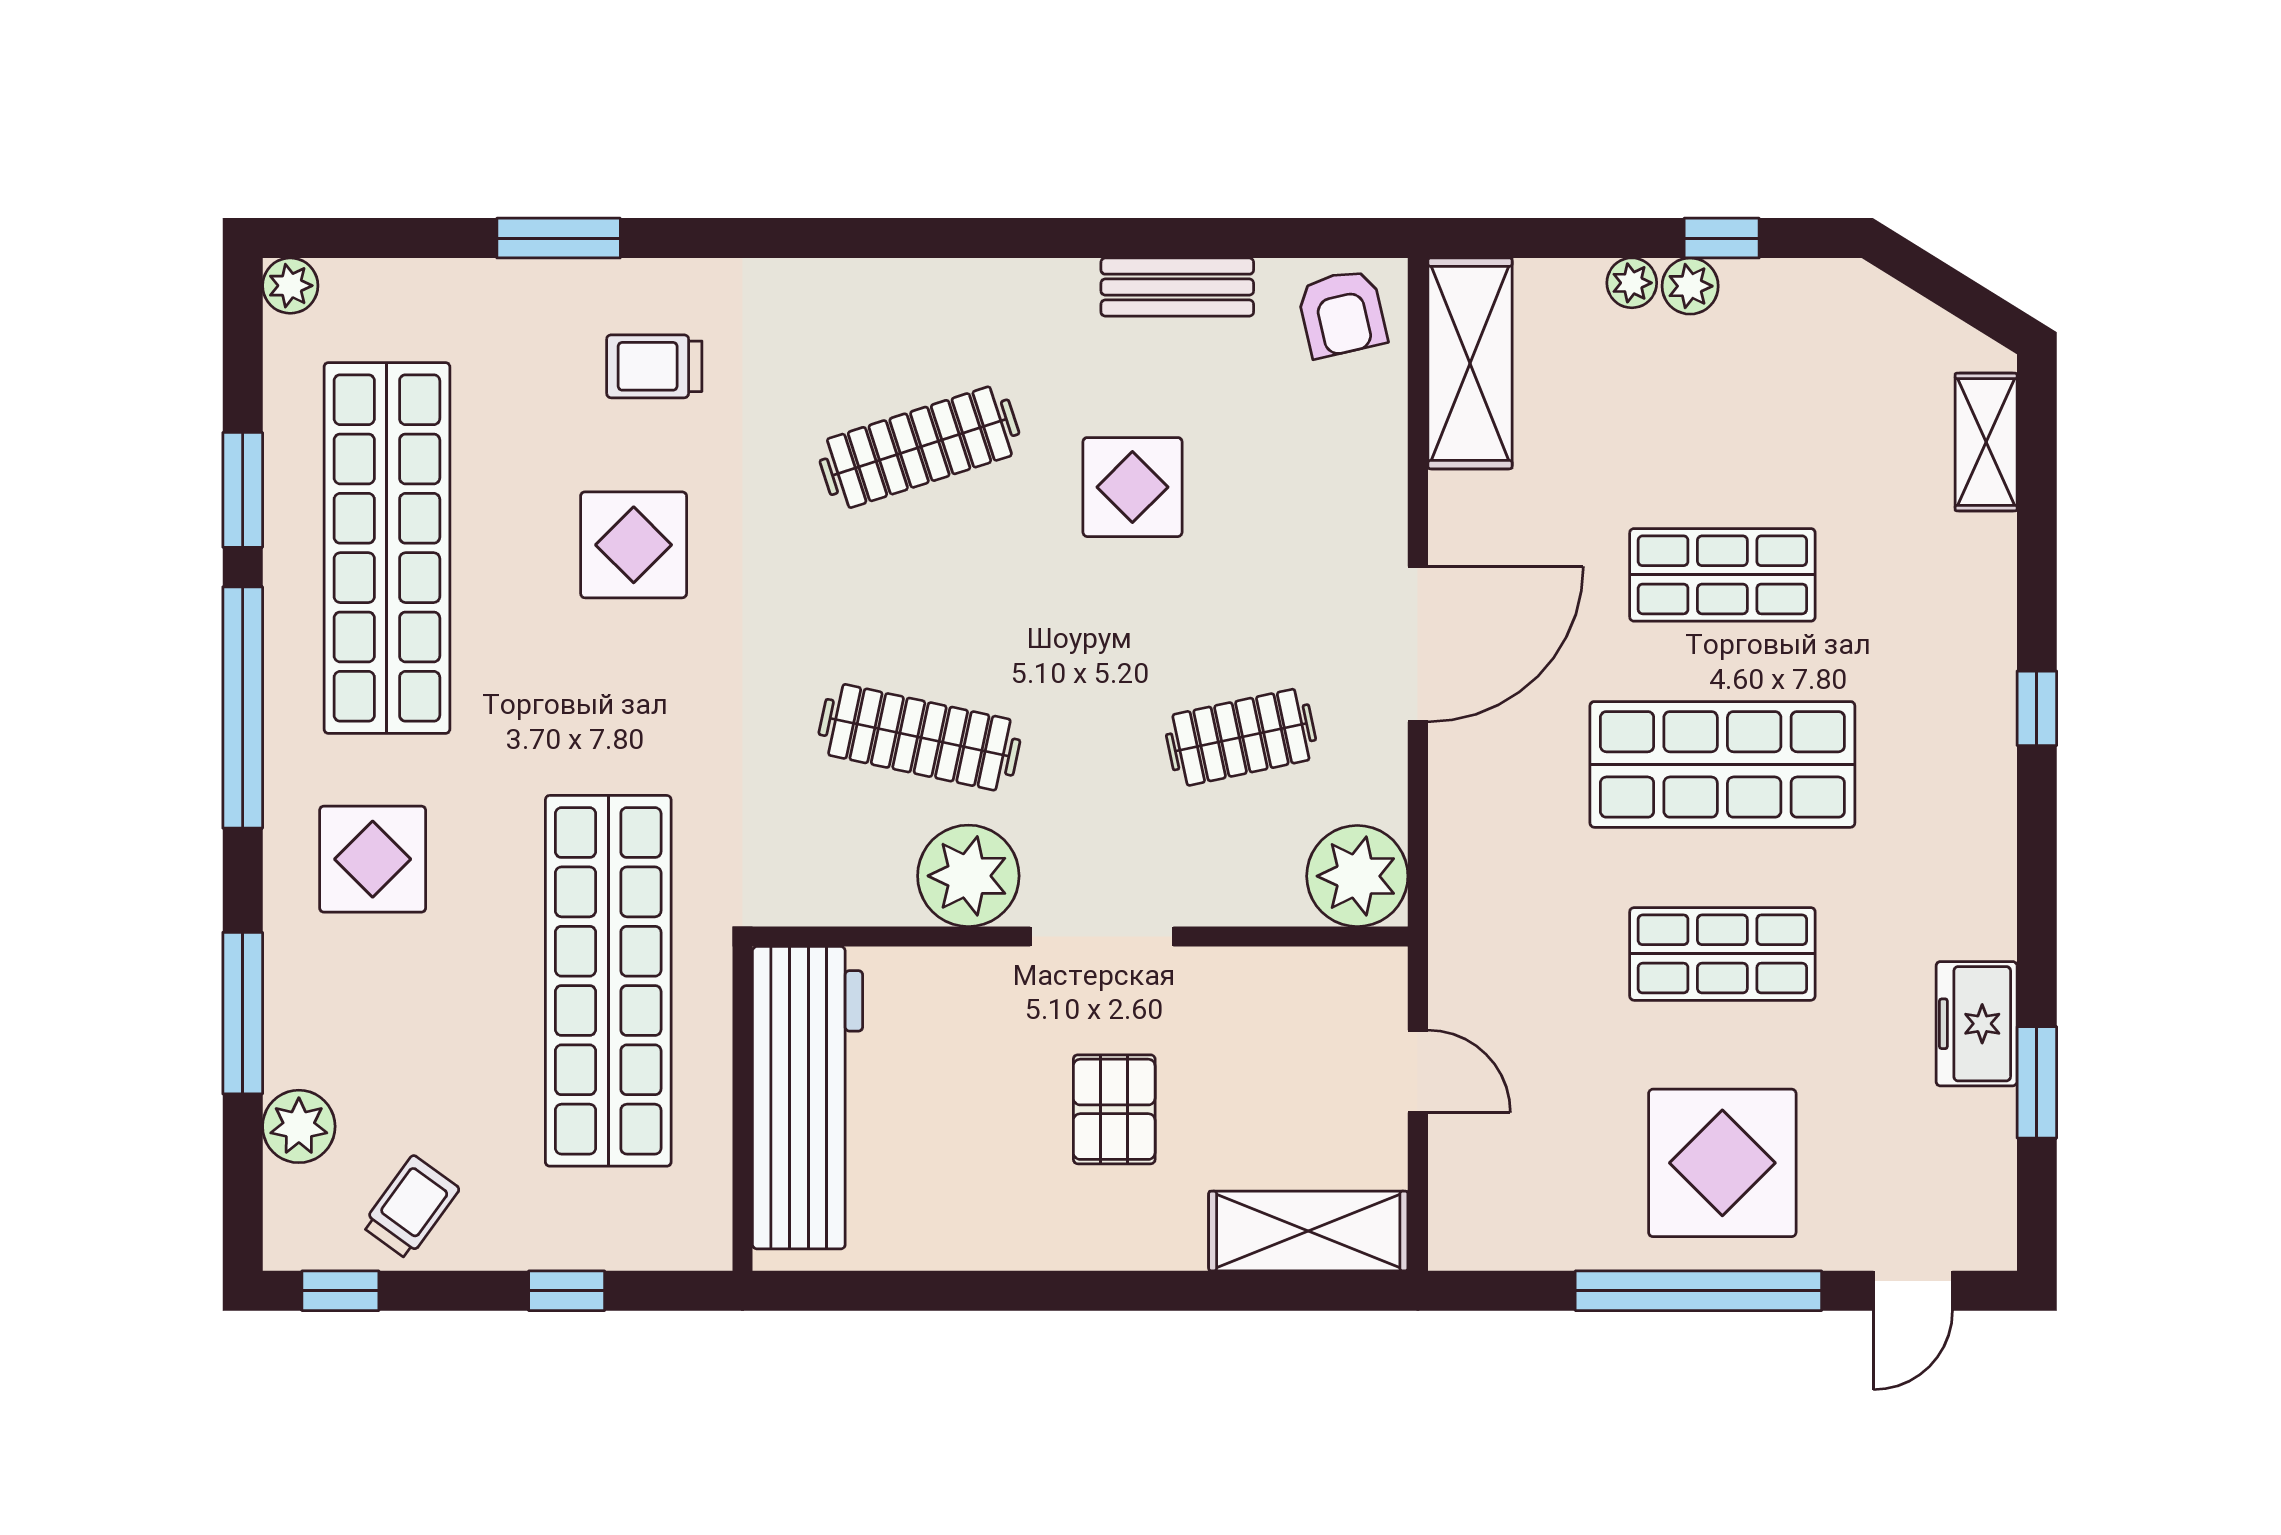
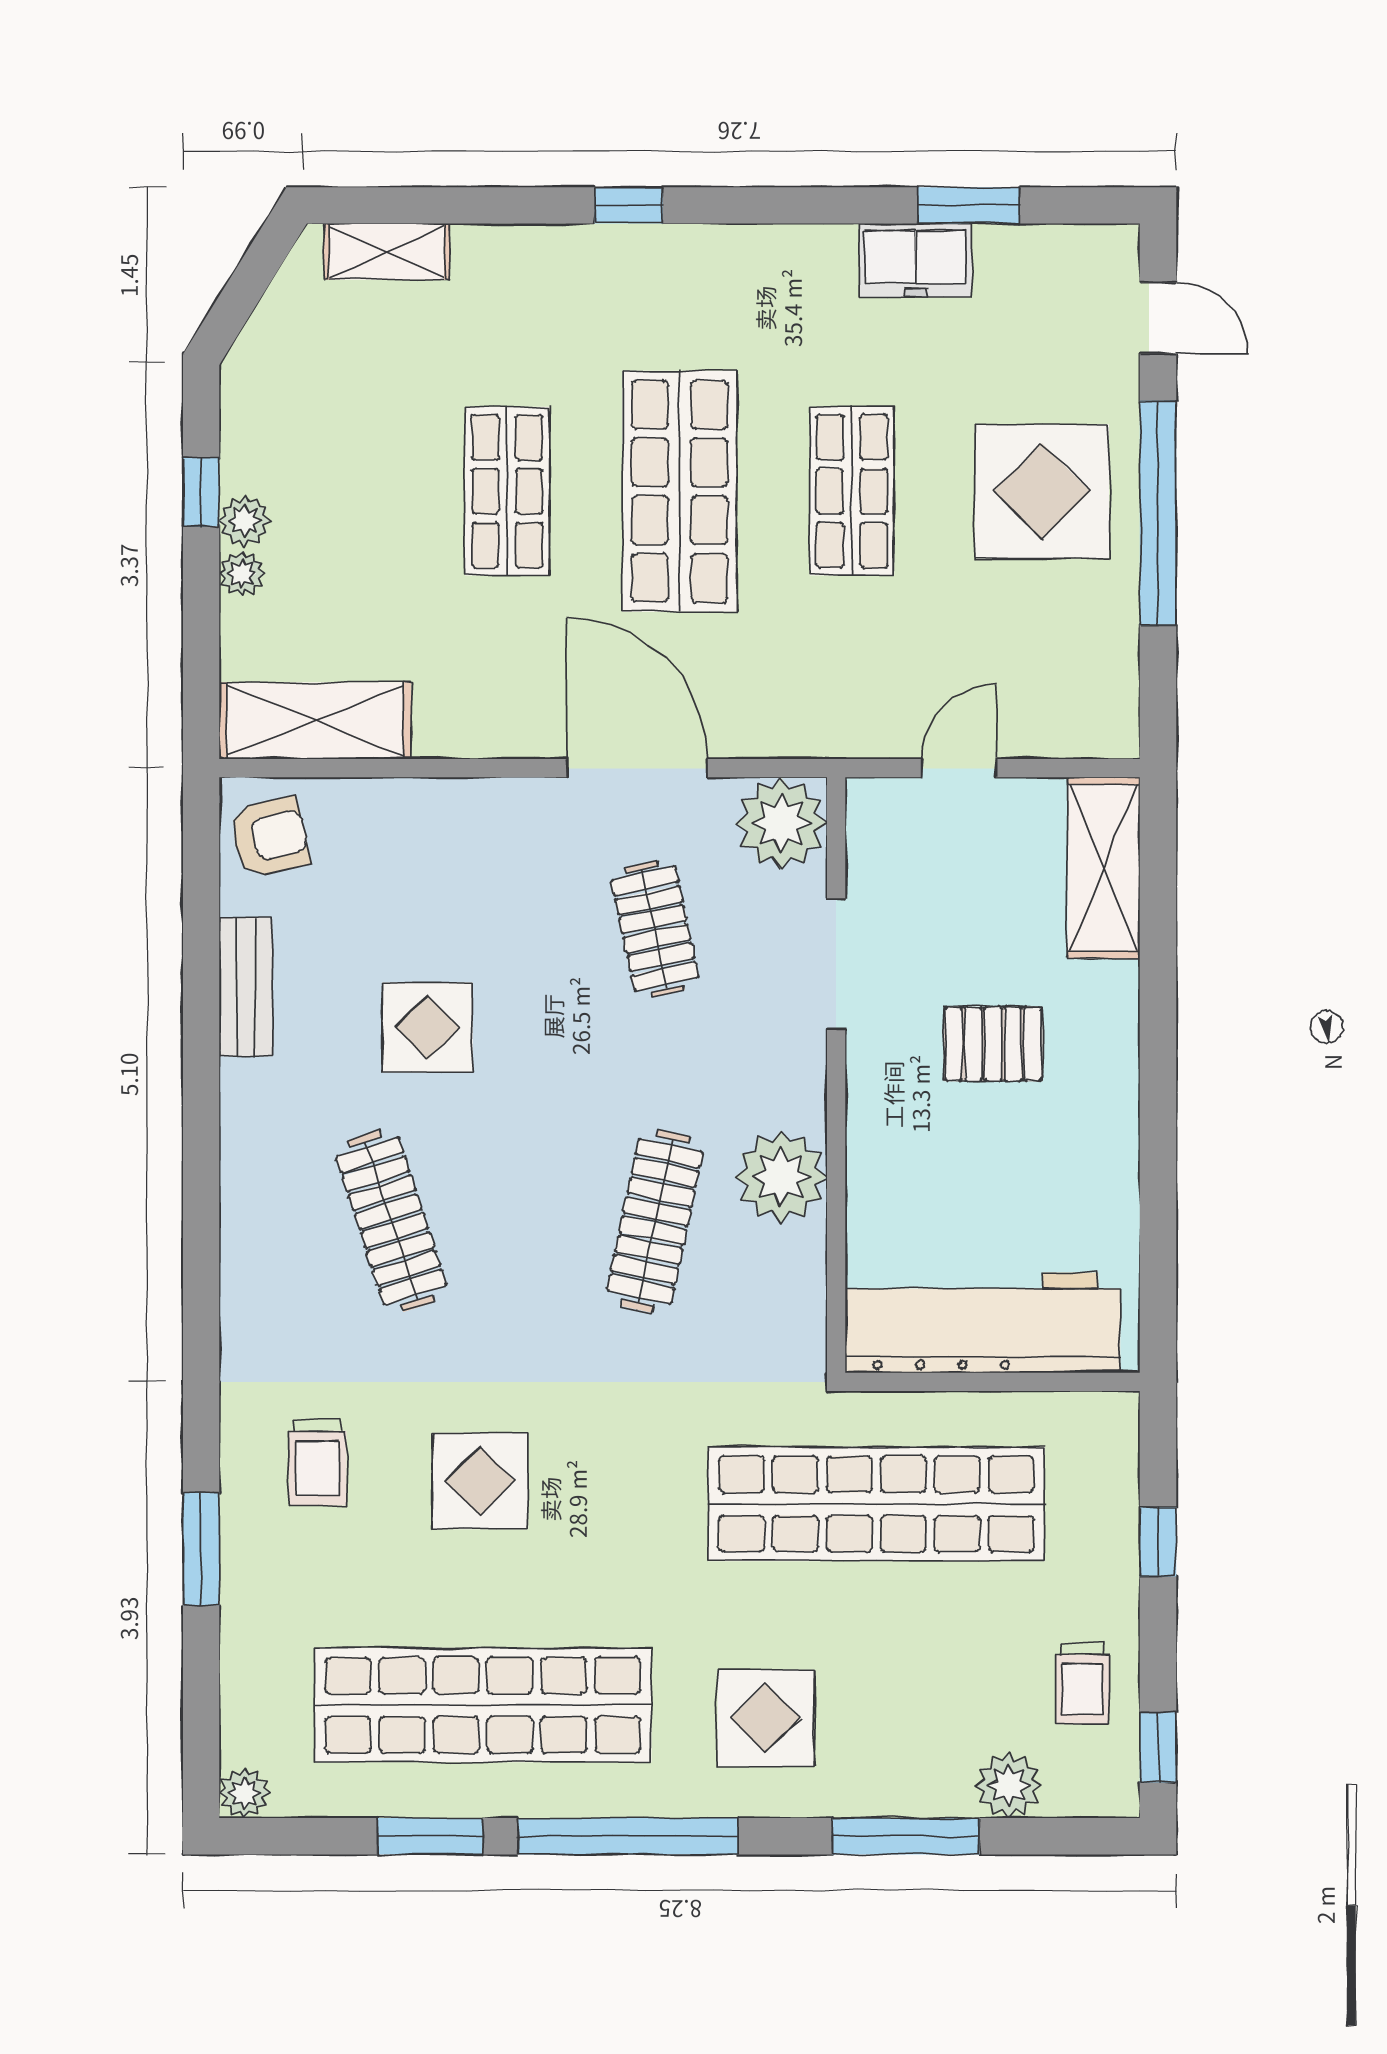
door: (1418, 644) -> (637, 768), moved
doorway: (1102, 937) -> (836, 964), moved
trolley: (411, 1207) -> (1082, 1684), turned -126

